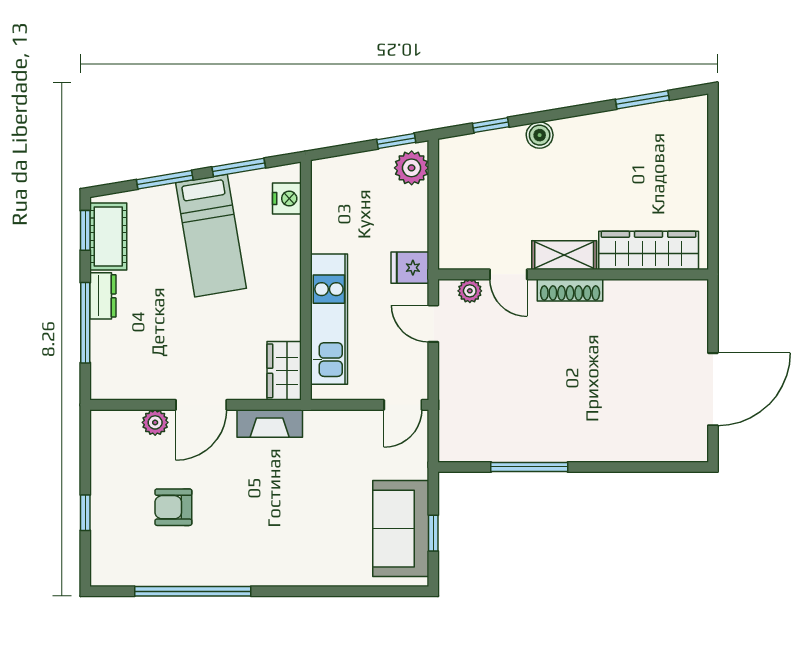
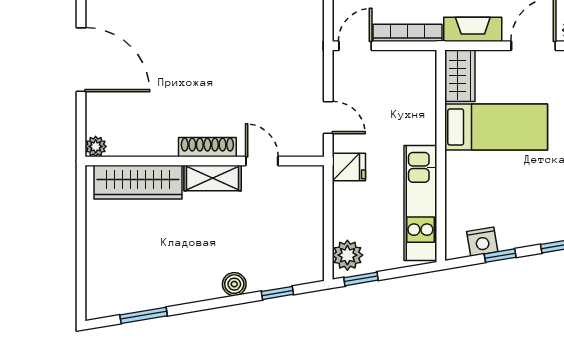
window: (239, 167) -> (500, 256), width x0.67
nightstand: (287, 199) -> (482, 242), moved, turned -100
bed: (211, 236) -> (496, 127), moved, turned 100
plant: (470, 291) -> (96, 146), moved
kitchen unit: (329, 319) -> (420, 203), moved
door: (713, 389) -> (81, 60), swing flipped
bookcase: (344, 419) -> (407, 33), added

